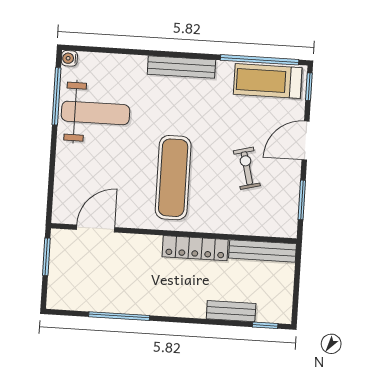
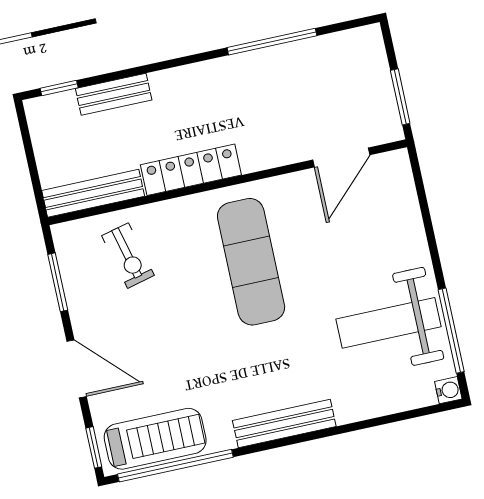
door: (306, 141) -> (77, 369), hinge flipped
exercise bike: (247, 168) -> (128, 256), moved

